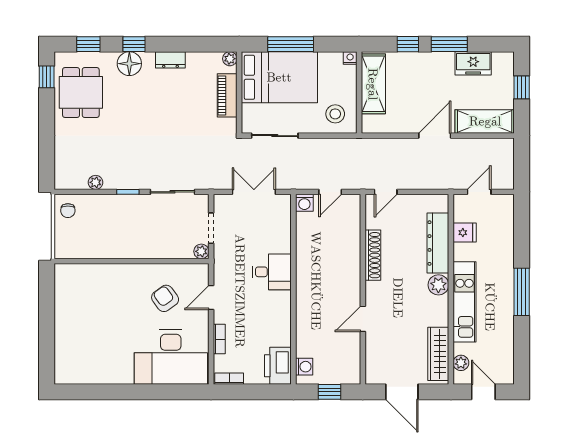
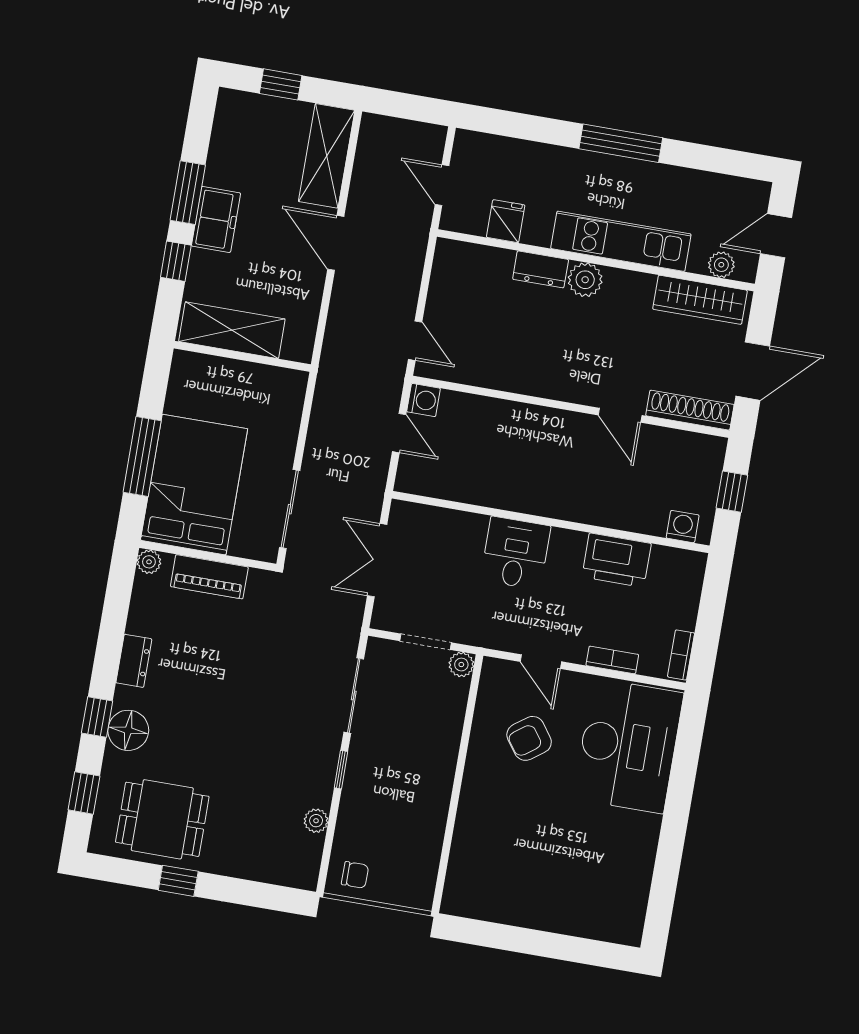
nightstand: (350, 58) -> (182, 362), removed
freezer: (473, 63) -> (216, 219), moved
window: (47, 77) -> (178, 881), moved
stool: (335, 114) -> (271, 402), removed
washing machine: (304, 203) -> (424, 400), moved
dresser: (438, 243) -> (541, 269), width x0.51, depth x0.80
shoe rack: (373, 255) -> (690, 410), moved
printer: (278, 366) -> (617, 560), moved

